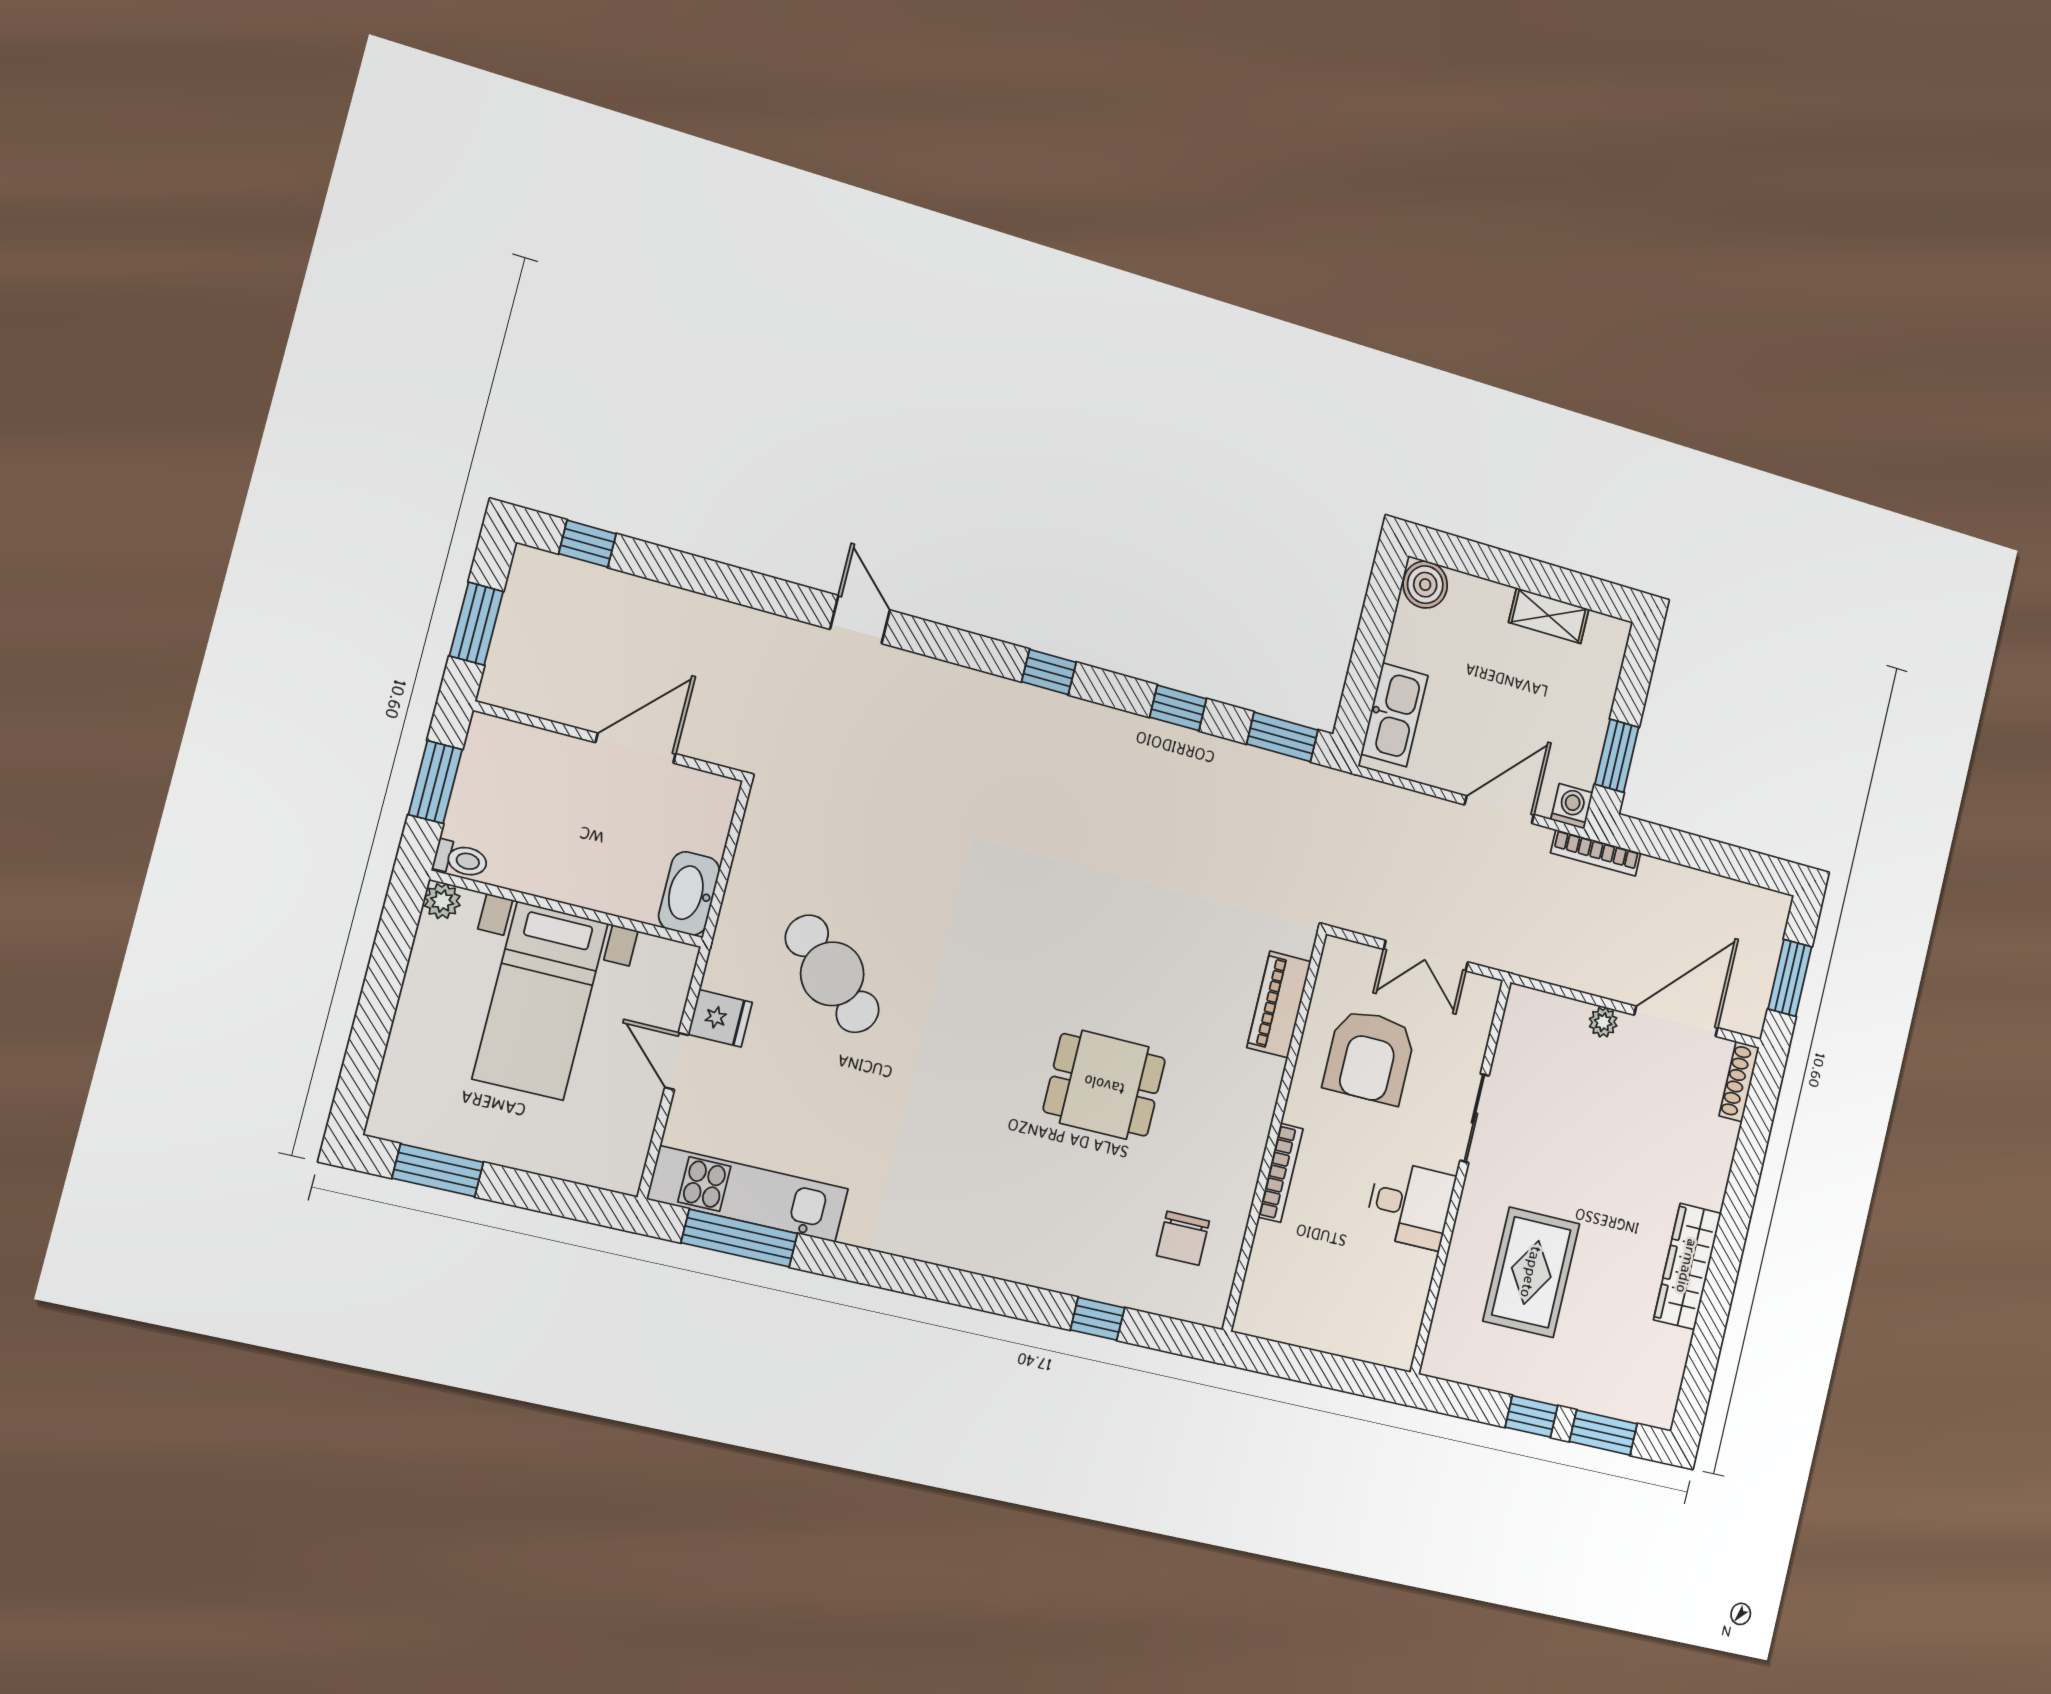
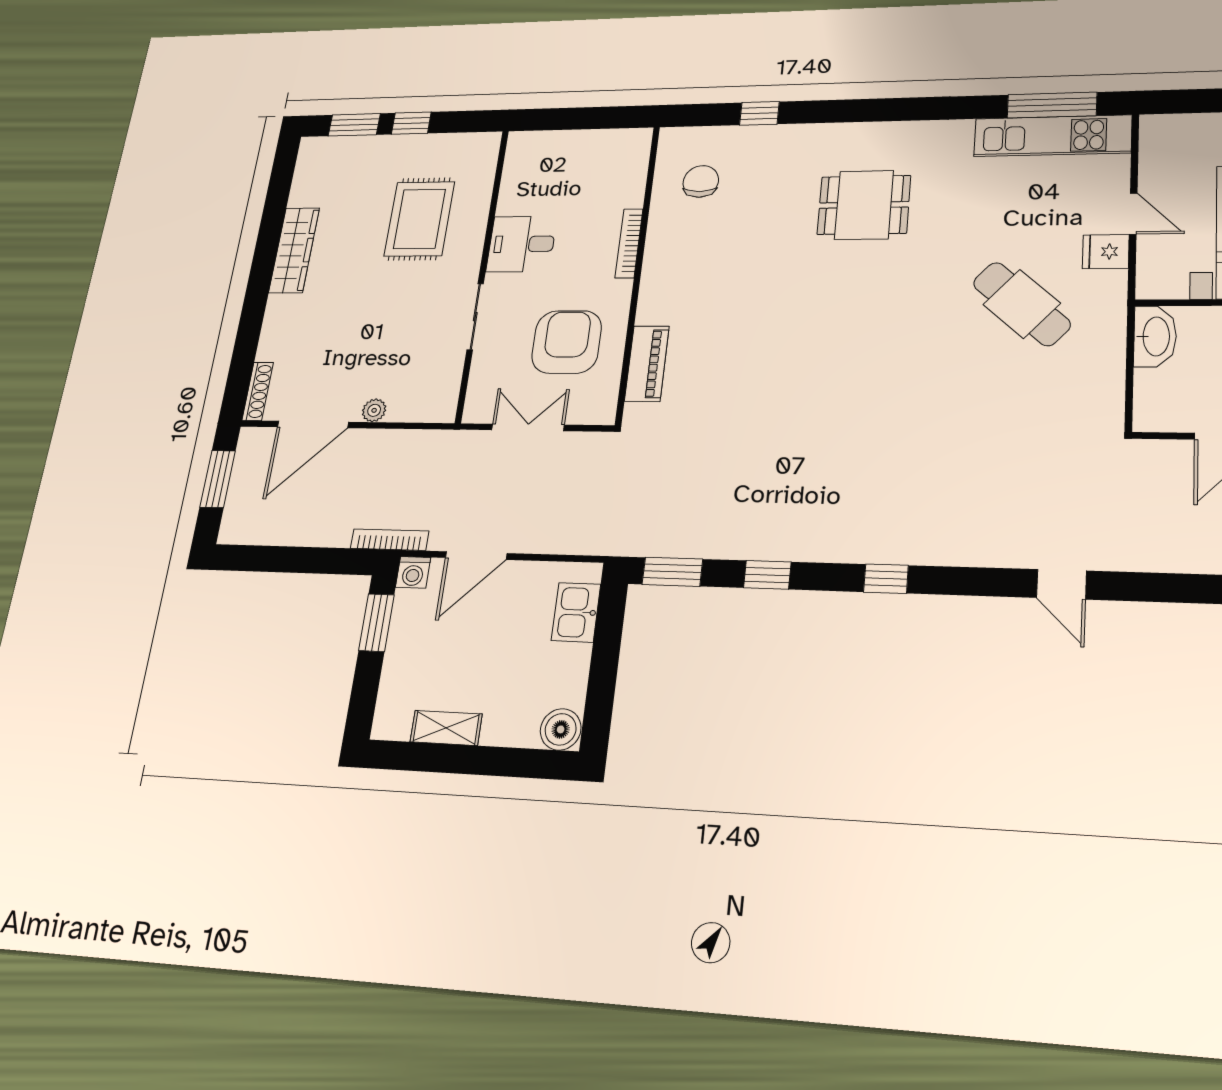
kitchen sink: (1394, 715) -> (576, 612), width x0.73
dining table: (1104, 1085) -> (864, 205), moved

